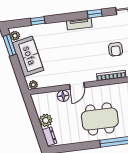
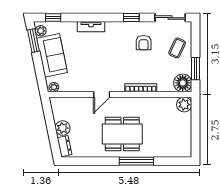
window: (38, 21) -> (53, 18), moved
tv unit: (79, 24) -> (91, 27), moved
armchair: (116, 49) -> (144, 43), moved
floor lamp: (63, 96) -> (85, 103), removed

